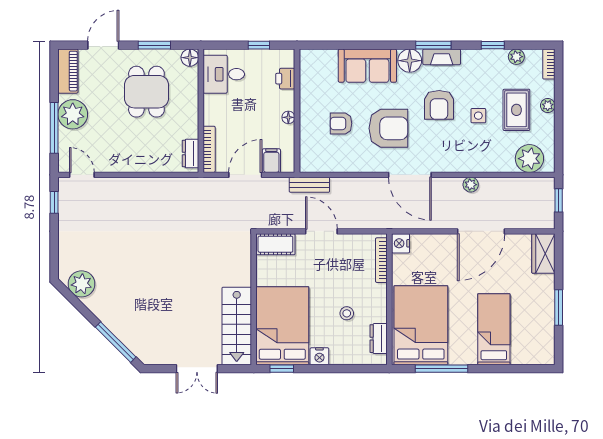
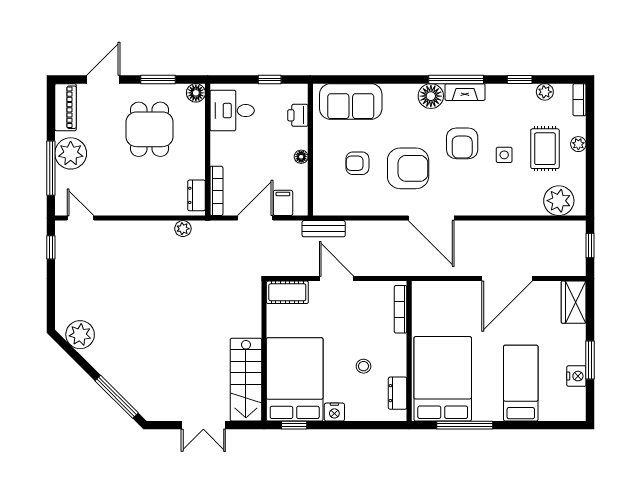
window: (433, 45) -> (456, 79), width x1.44
sofa: (367, 66) -> (351, 101), moved
plant: (471, 185) -> (183, 229), moved
nightstand: (401, 243) -> (576, 376), moved, turned 180

